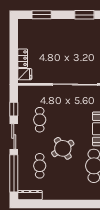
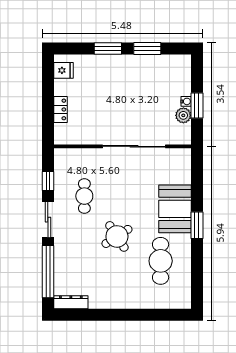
window: (42, 15) -> (108, 48), moved
fridge: (25, 74) -> (63, 70), moved
cafe table: (40, 166) -> (84, 261), removed

